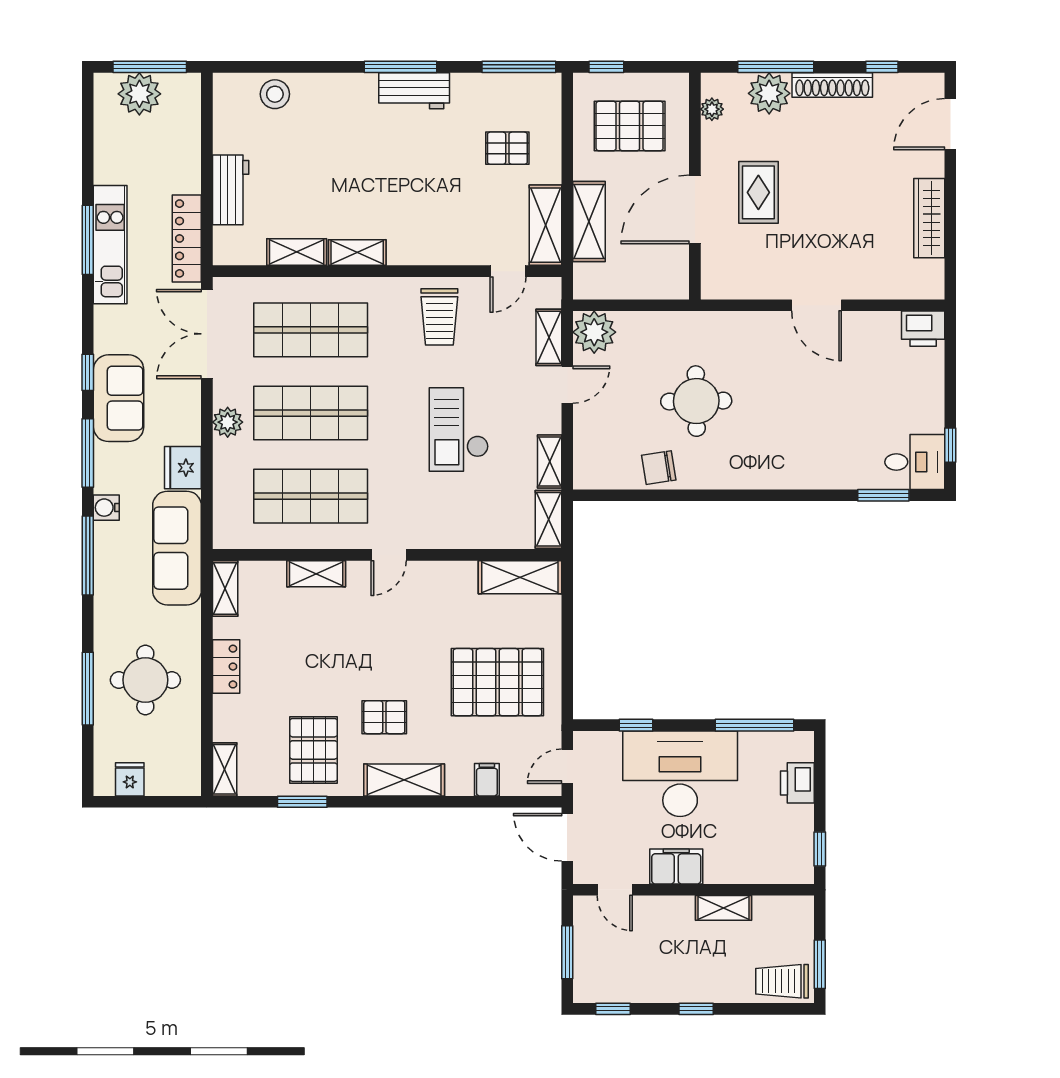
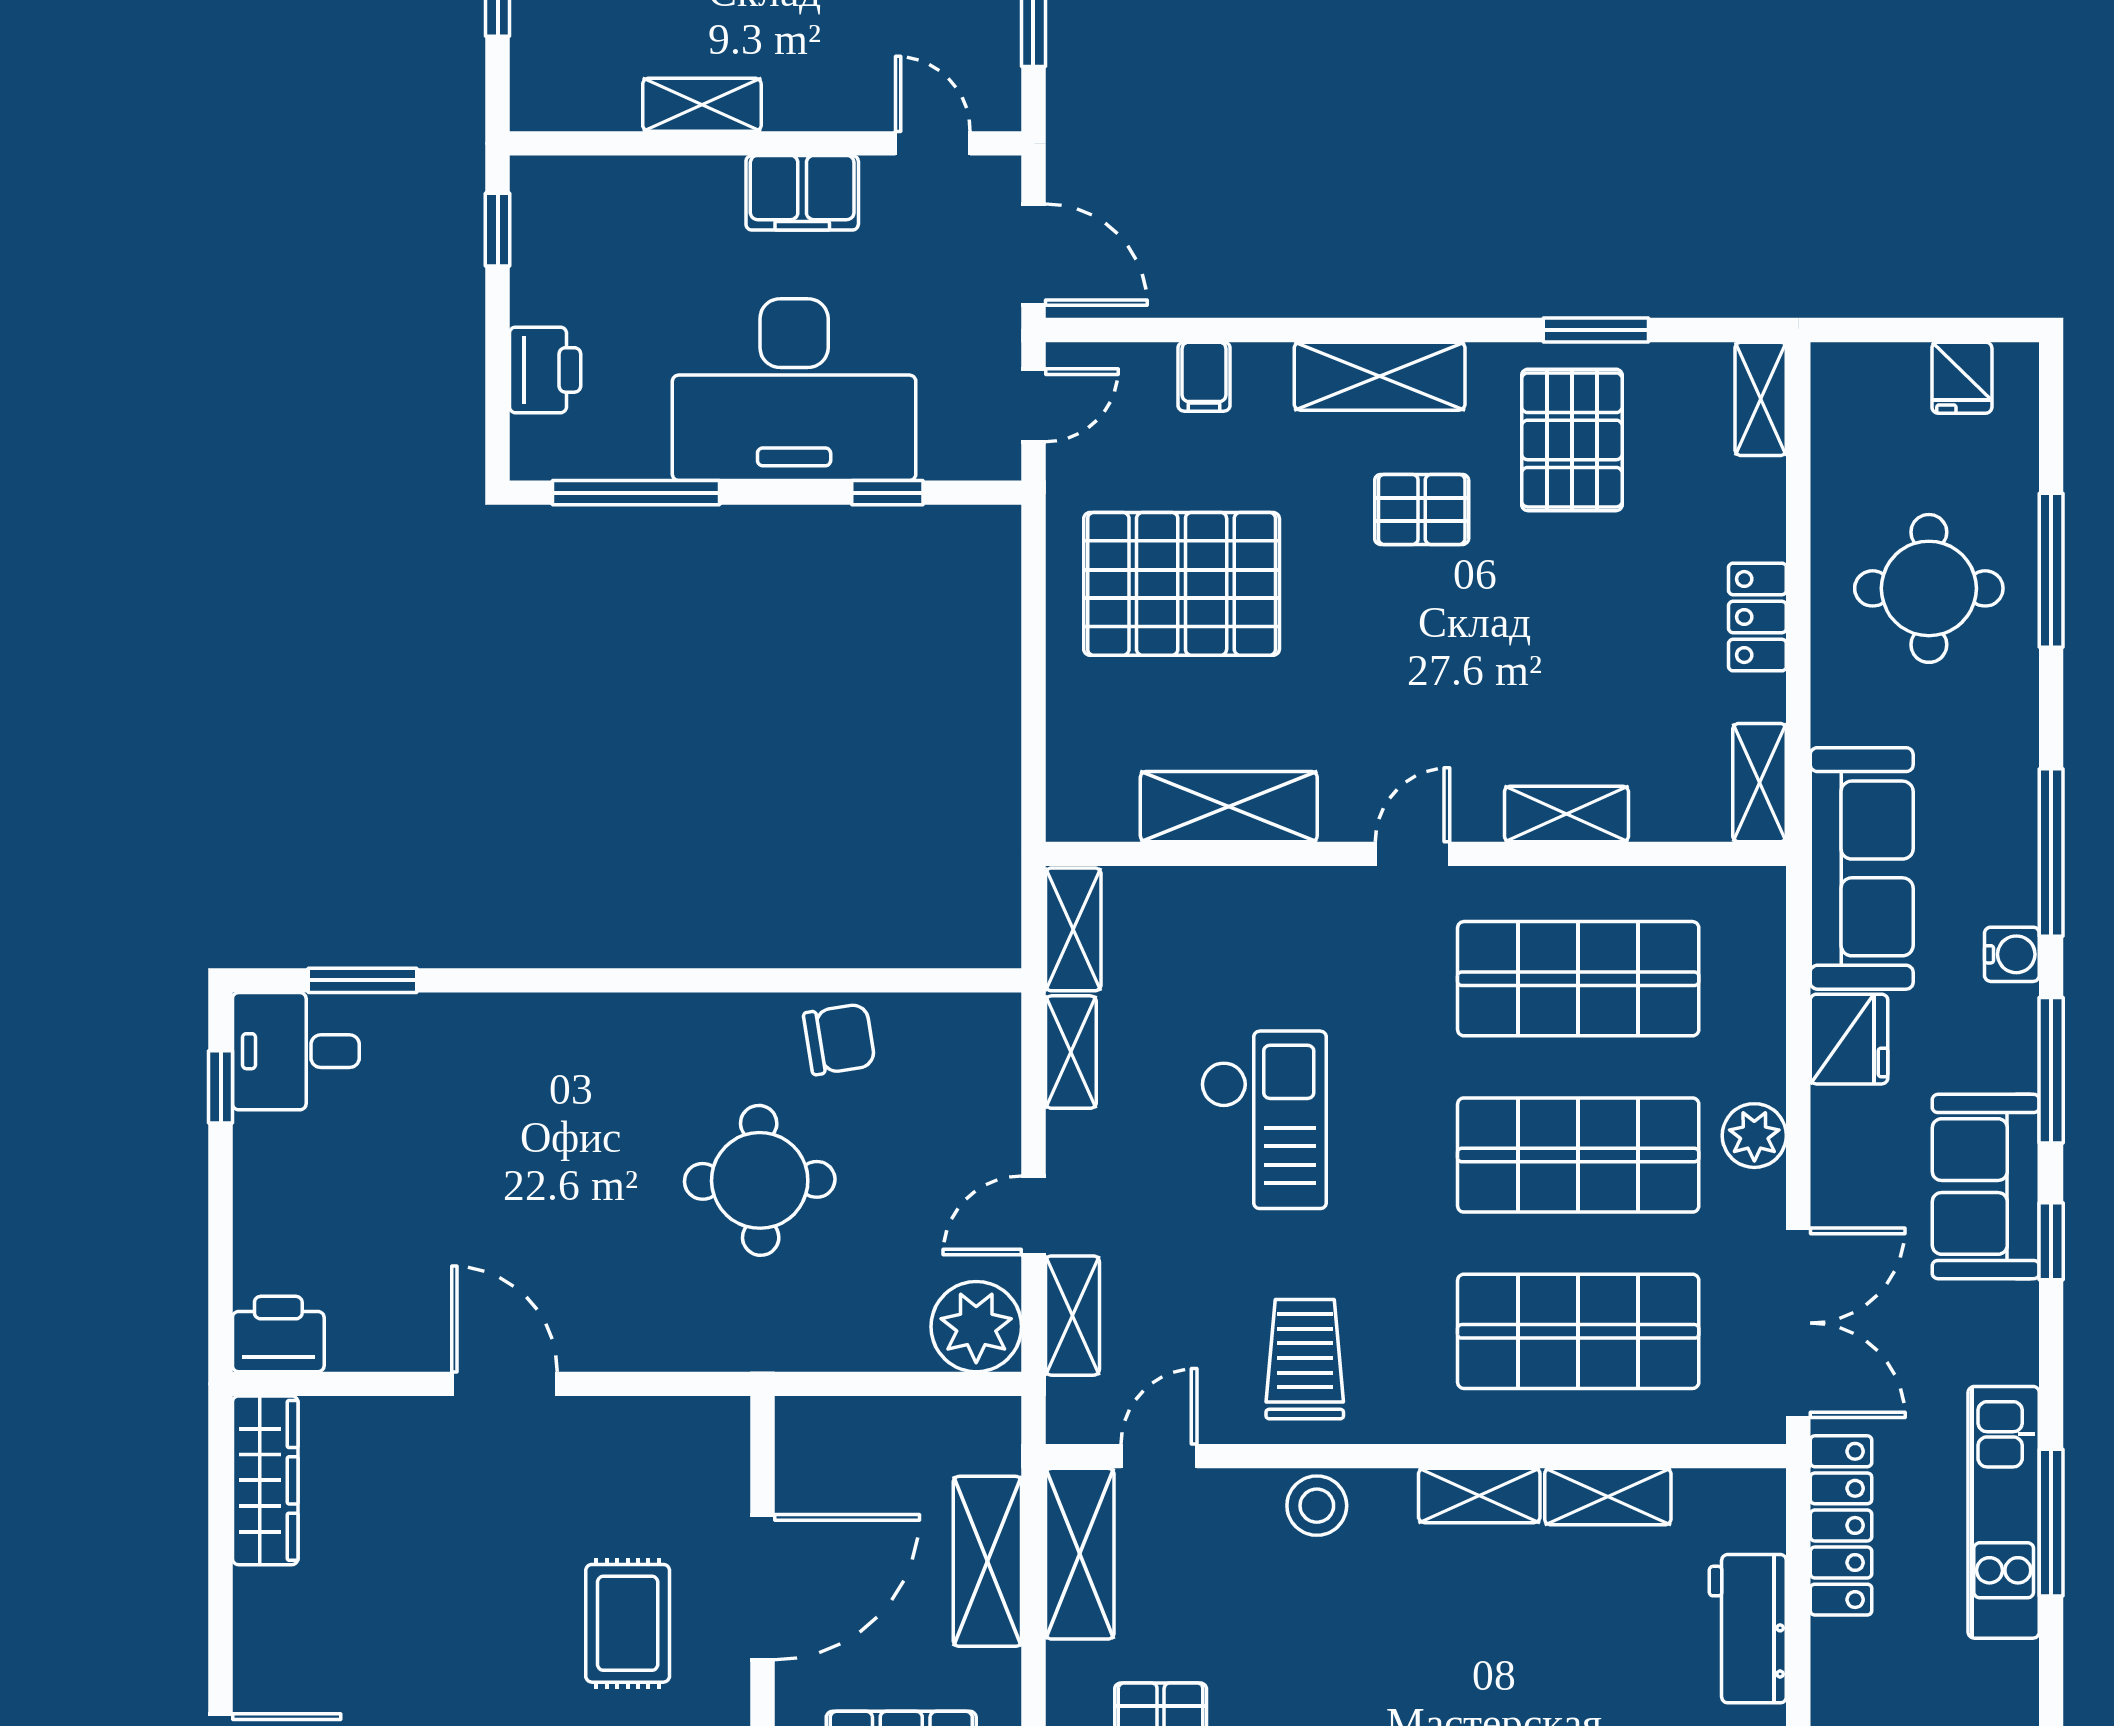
wardrobe: (929, 218) -> (265, 1480), moved
stool: (434, 248) -> (1317, 1506), added
shelving: (520, 577) -> (1229, 807), moved

